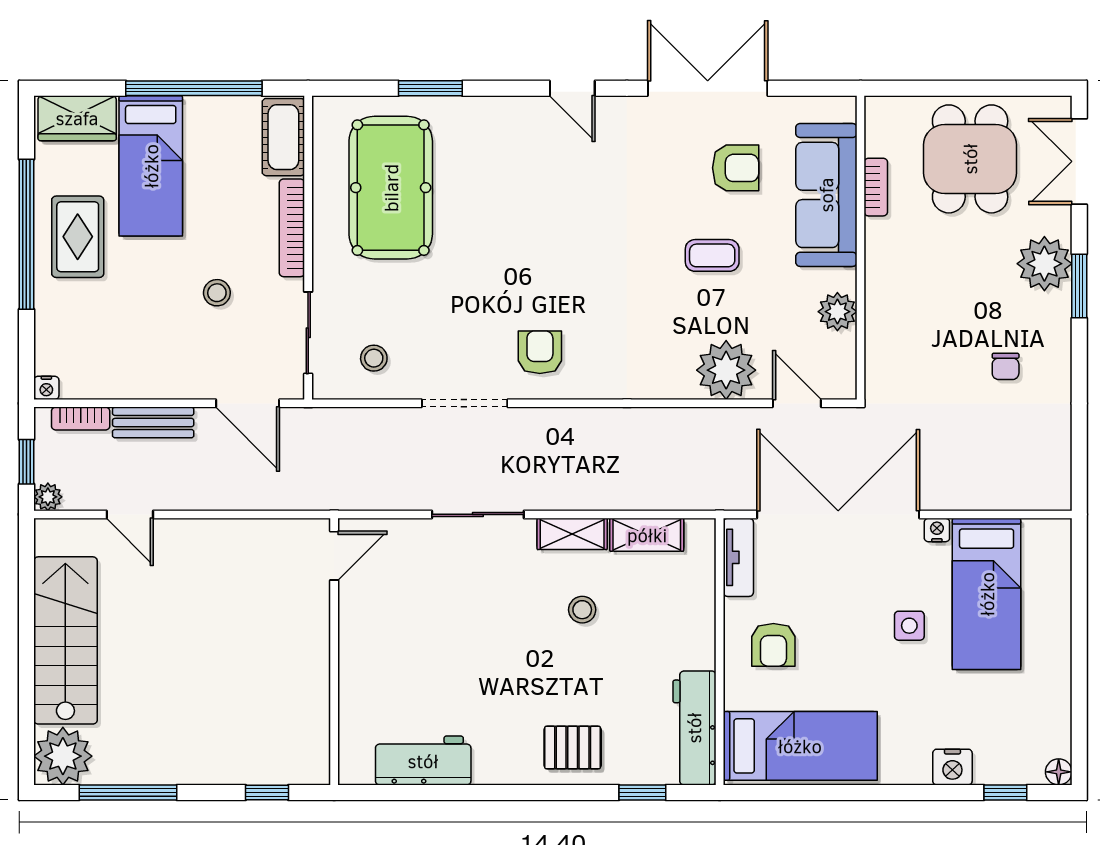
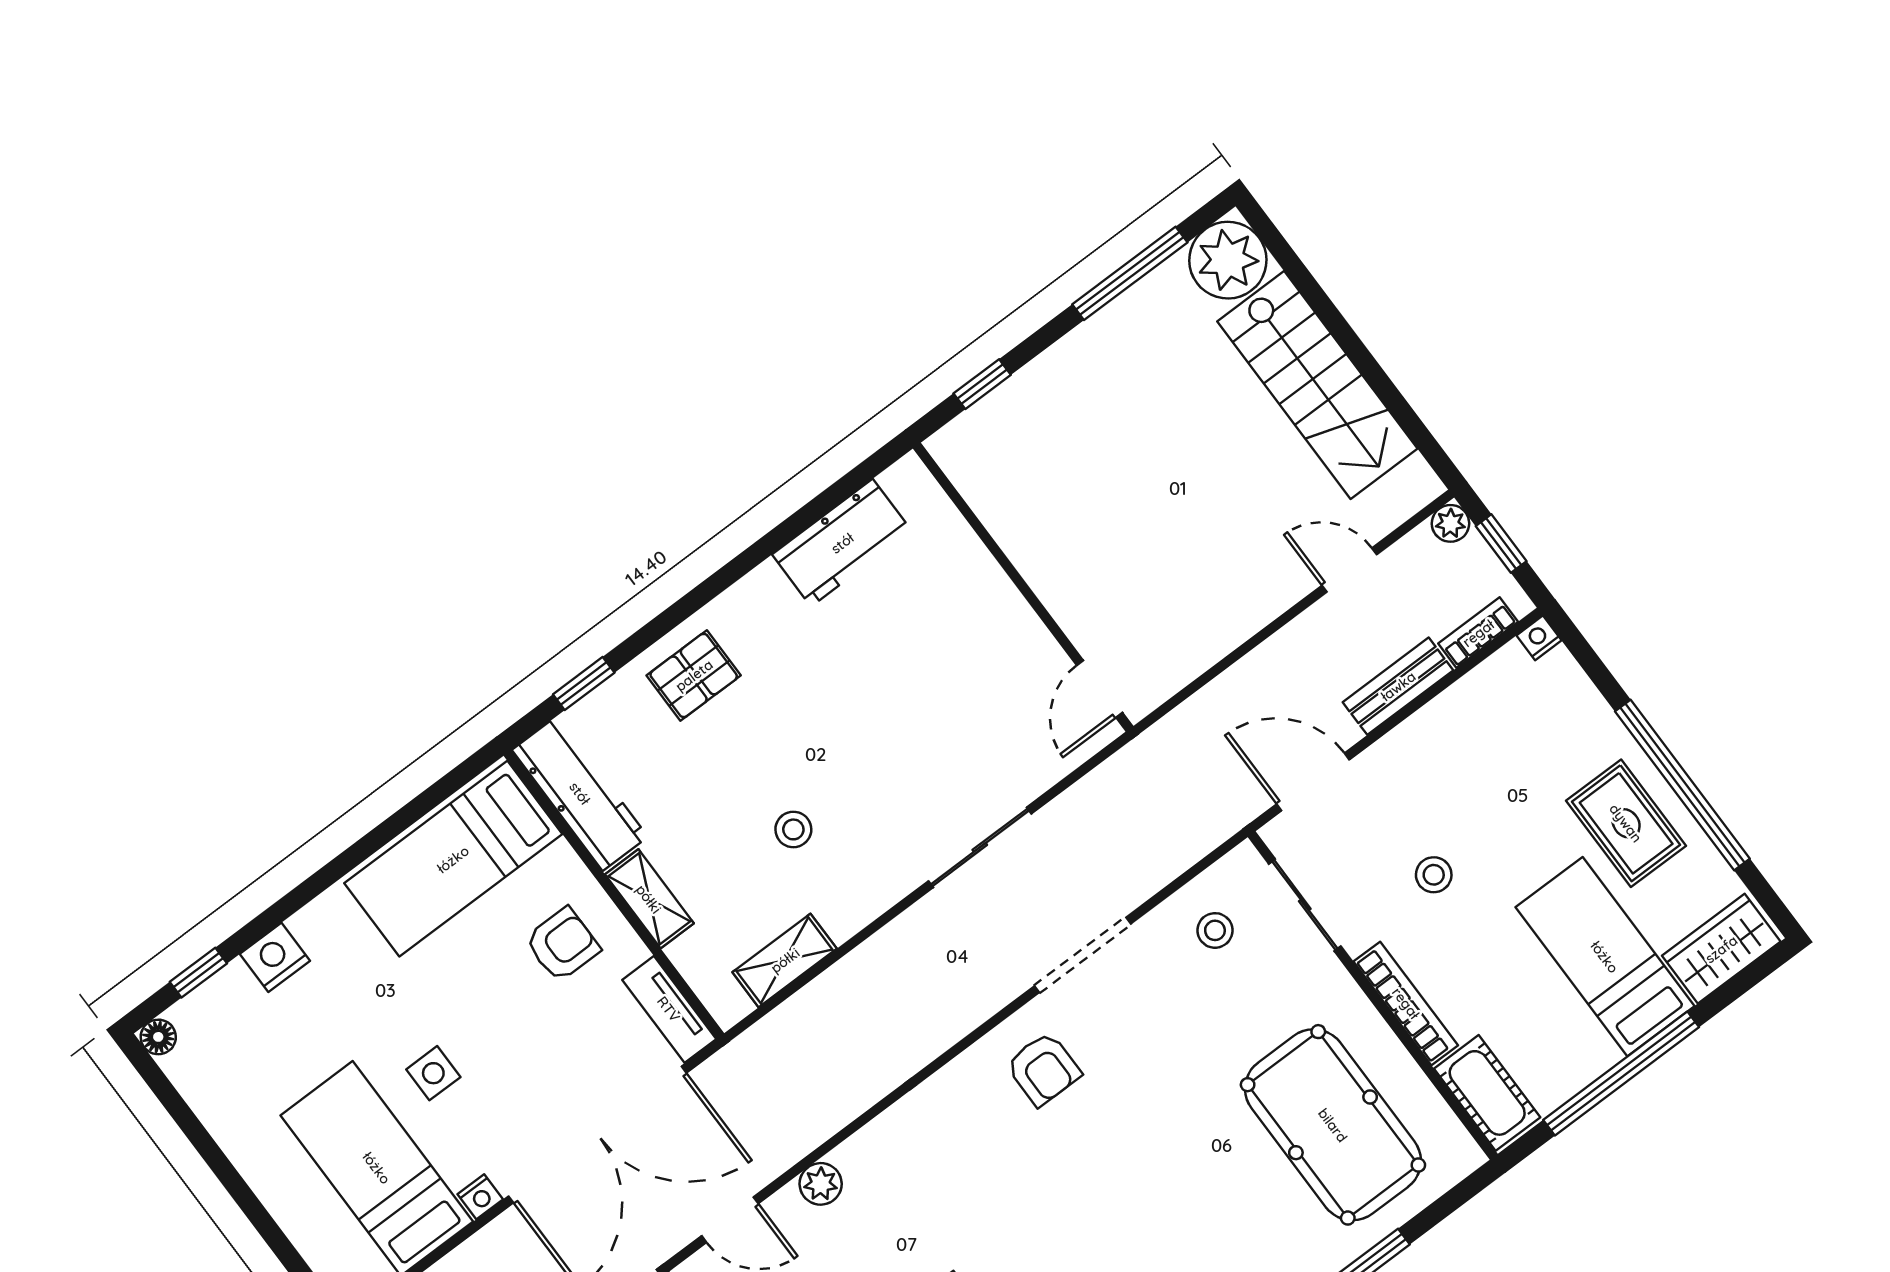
plant: (726, 370) -> (821, 1184), width x0.53, depth x0.53
shelving: (572, 534) -> (649, 899), moved, turned 90
armchair: (773, 645) -> (562, 945), turned 90

